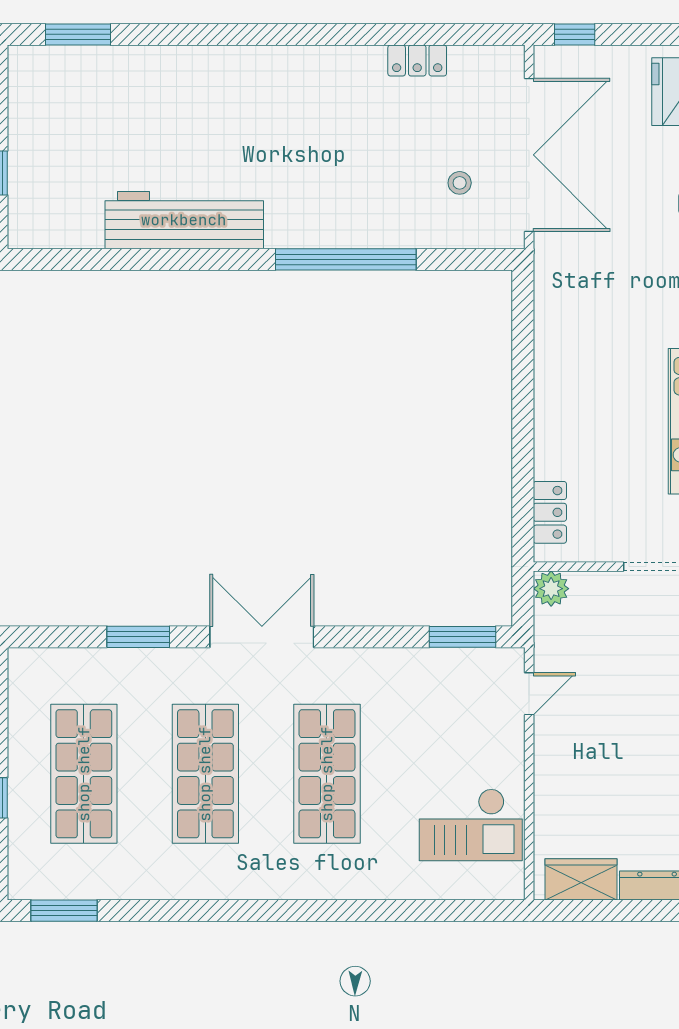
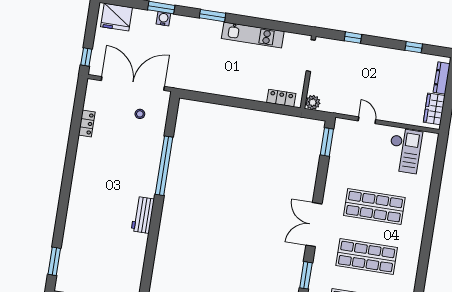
workbench: (184, 220) -> (143, 215), width x0.53, depth x0.76
door: (529, 694) -> (367, 120), moved

